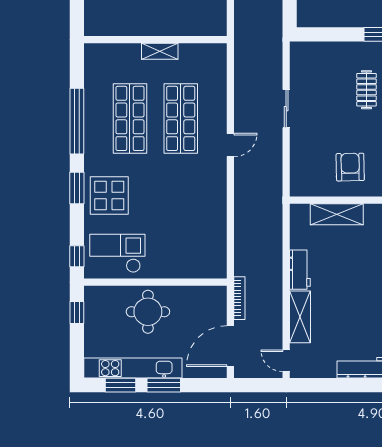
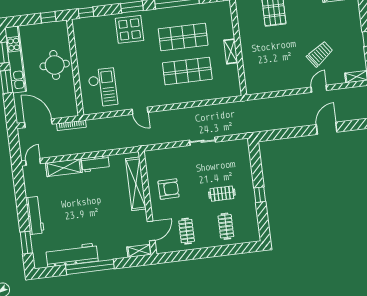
door: (230, 145) -> (140, 111), moved
shelving: (337, 214) -> (136, 184), width x1.47
checkout: (117, 253) -> (103, 87), moved

